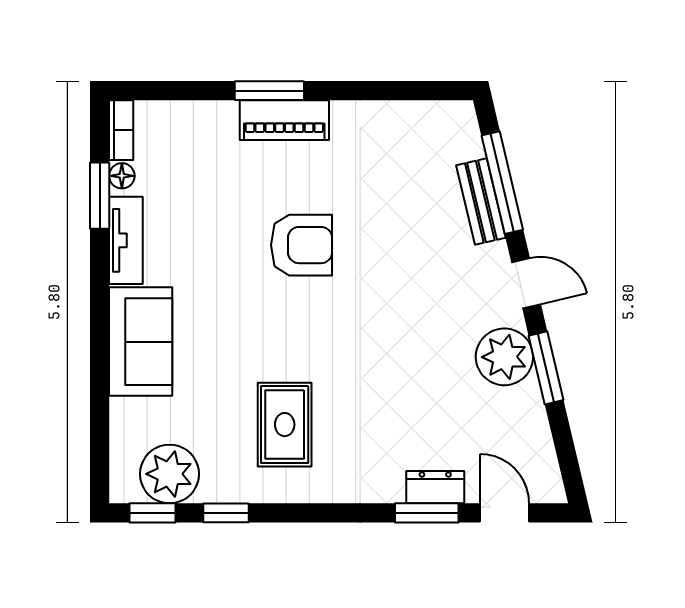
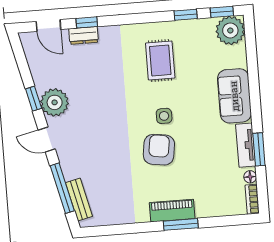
window: (100, 196) -> (259, 149), moved
bench: (481, 201) -> (79, 200), moved
armchair: (301, 245) -> (159, 150), turned 98
side table: (286, 312) -> (164, 116), added
window: (546, 368) -> (34, 99), width x0.67
plant: (170, 474) -> (230, 30), moved
window: (427, 513) -> (87, 22), width x0.67

